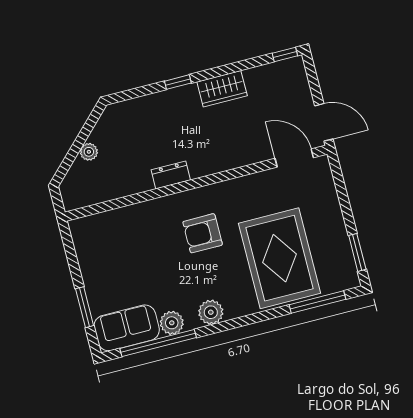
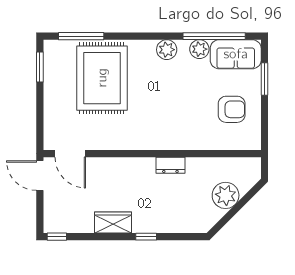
plant: (89, 152) -> (226, 195), width x1.87, depth x1.87
armchair: (203, 233) -> (232, 109), moved

